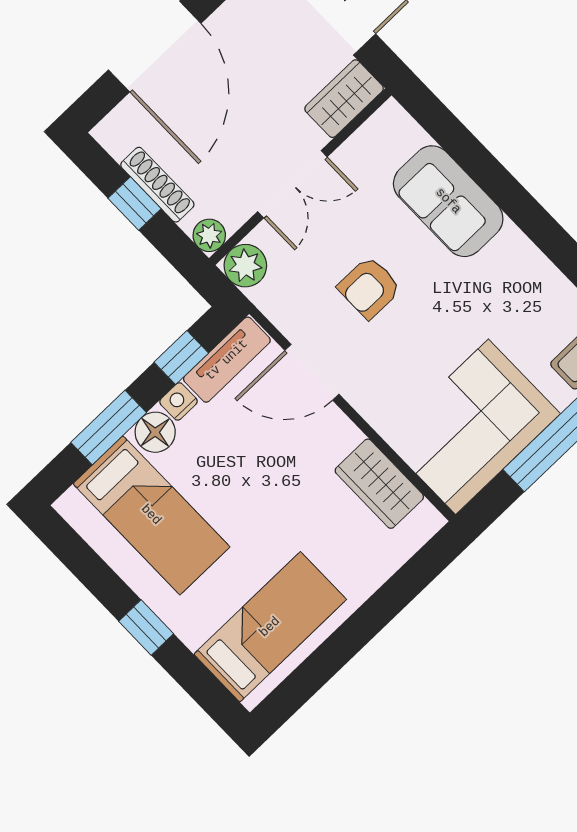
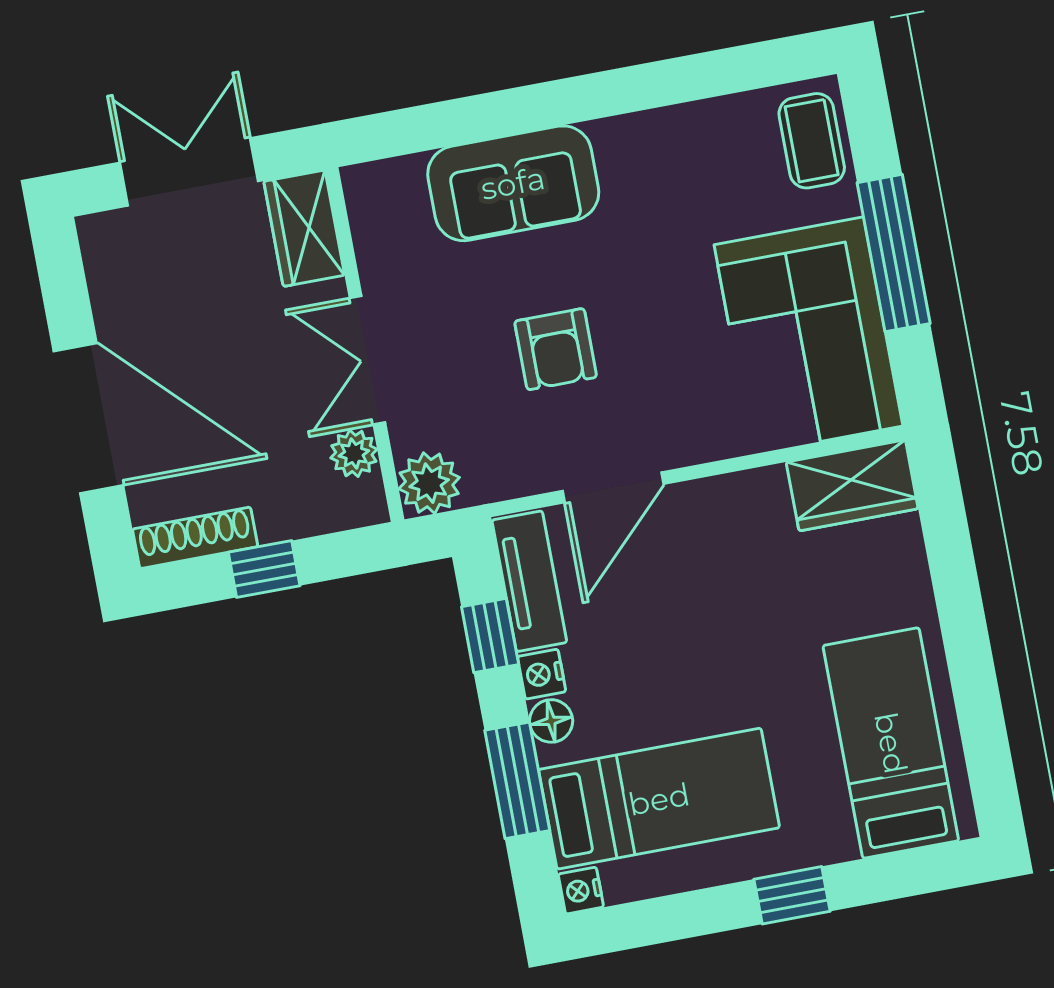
double door: (292, 184) -> (368, 360), swing flipped
shoe rack: (157, 185) -> (195, 538), moved
plant: (209, 235) -> (354, 453), moved
floor lamp: (155, 432) -> (551, 721), width x0.73, depth x0.73
wardrobe: (379, 484) -> (852, 485), moved
nightstand: (70, 505) -> (581, 891), added

